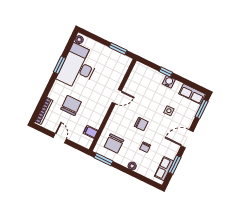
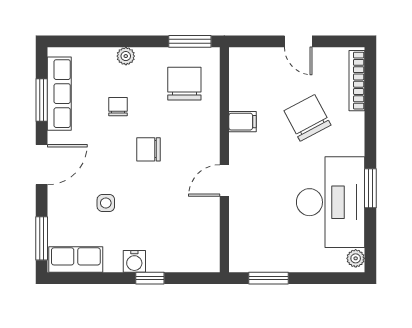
chair: (71, 106) -> (308, 118), turned 152
filing cabinet: (91, 132) -> (243, 122), moved
row of seats: (164, 169) -> (59, 94), width x1.48

